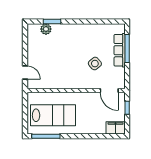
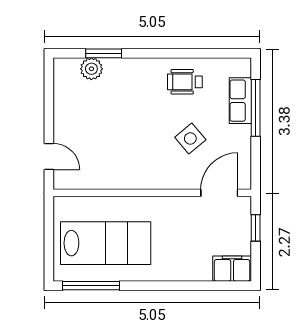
wheelchair: (92, 35) -> (185, 82), added
row of seats: (120, 50) -> (240, 101), width x0.68
door: (109, 90) -> (219, 193), swing flipped

